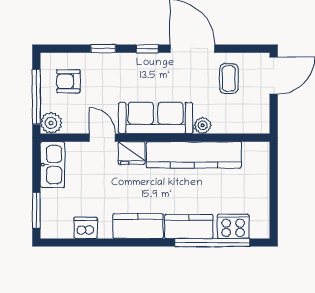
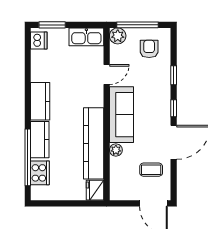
fridge: (132, 153) -> (95, 190), moved
dishwasher: (86, 228) -> (39, 40), moved

